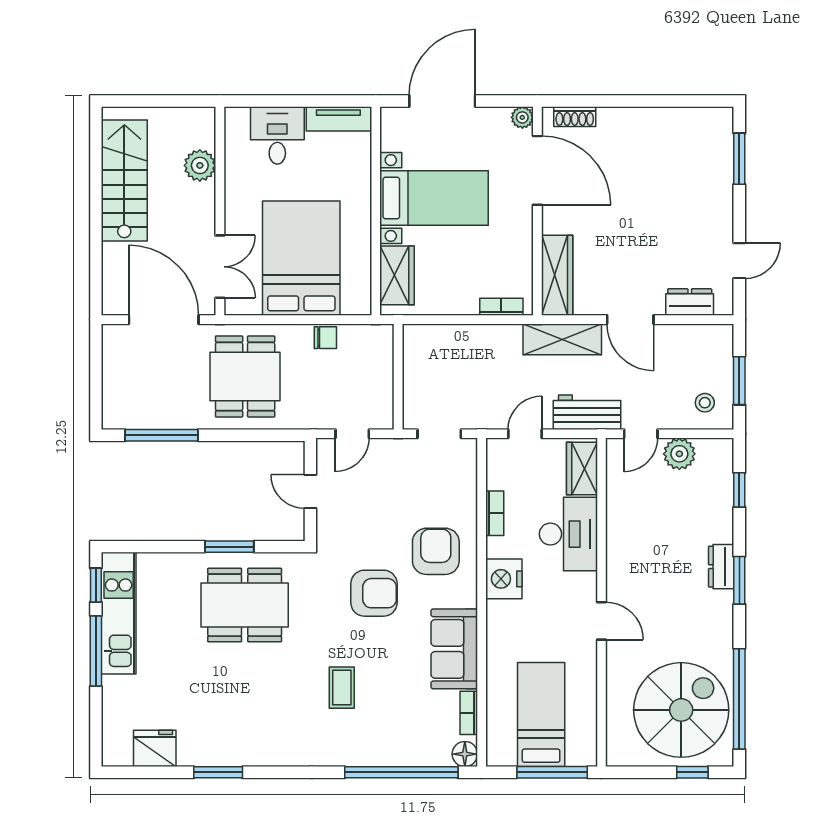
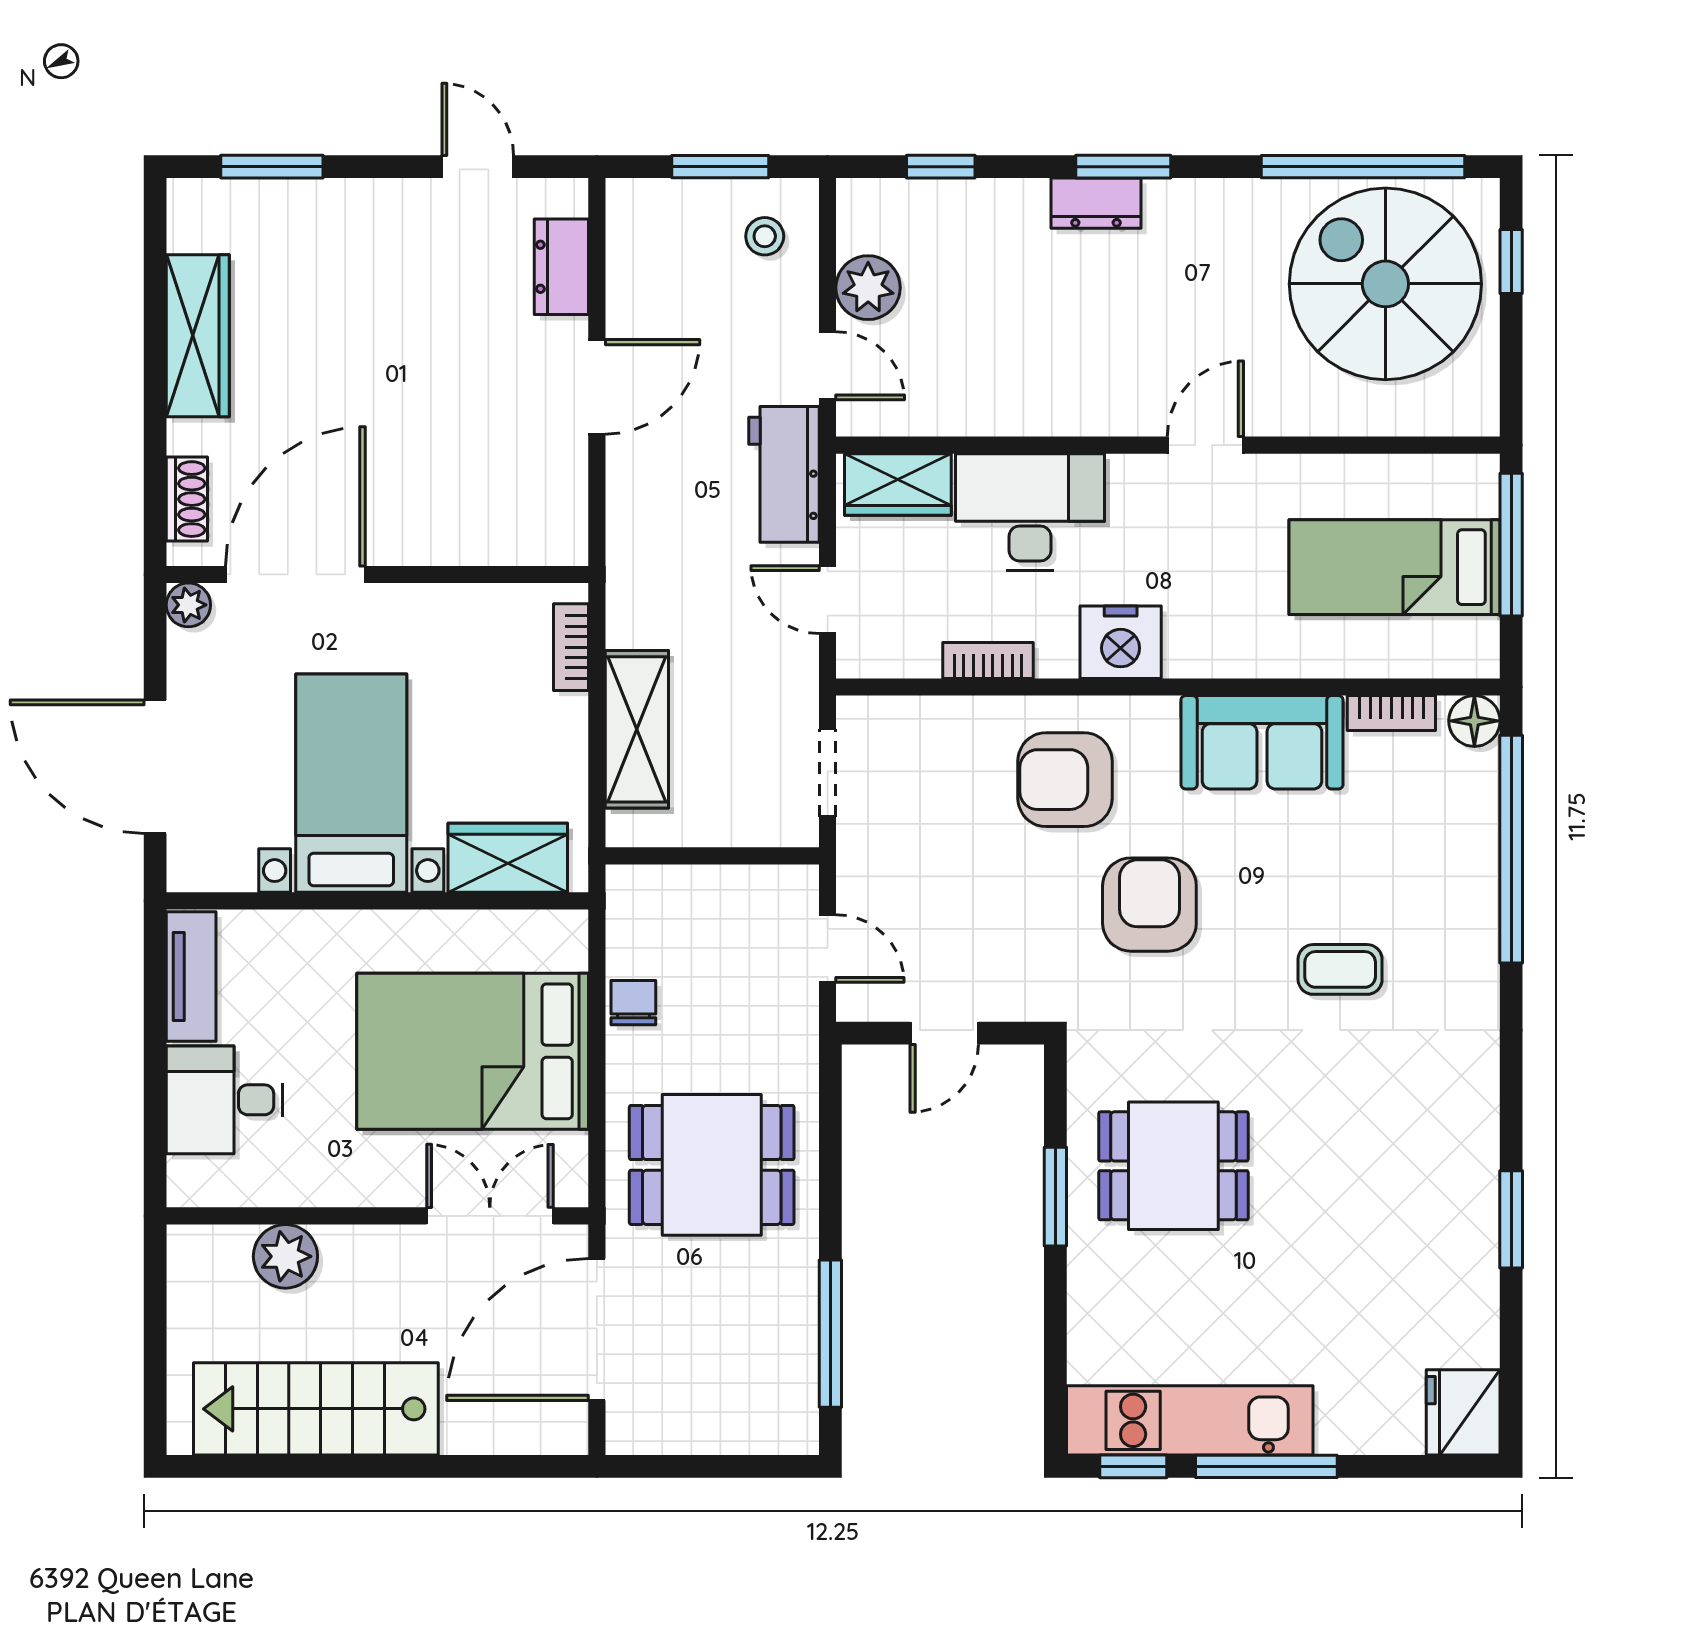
wardrobe: (557, 275) -> (198, 336), moved, turned 90
shelving: (562, 339) -> (637, 729), moved
dining table: (245, 605) -> (1173, 1166), width x0.73
fridge: (155, 748) -> (1463, 1412), moved

